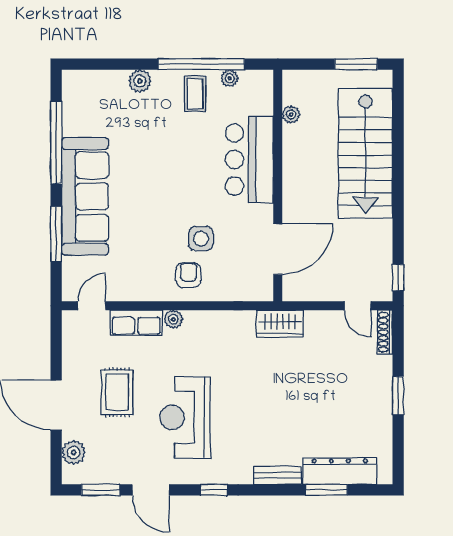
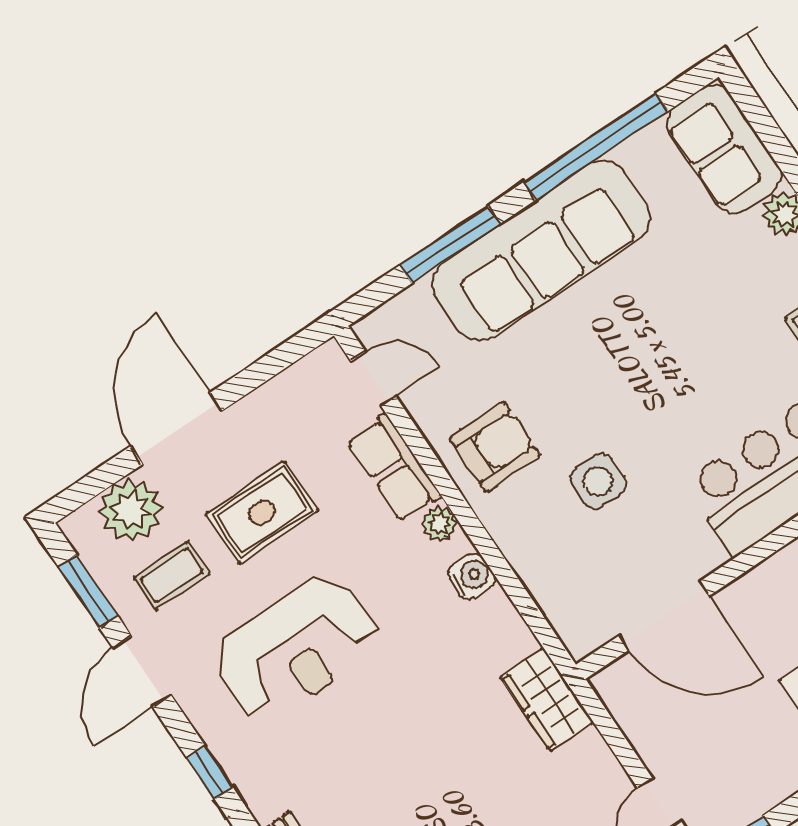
sofa: (94, 89) -> (724, 149), added
armchair: (188, 275) -> (495, 447), moved, width x1.38, depth x1.38
water cooler: (205, 321) -> (472, 576), added
reception desk: (185, 417) -> (295, 648), turned 180
coffee table: (118, 449) -> (172, 575), added
plant: (74, 452) -> (130, 510), width x1.36, depth x1.36

